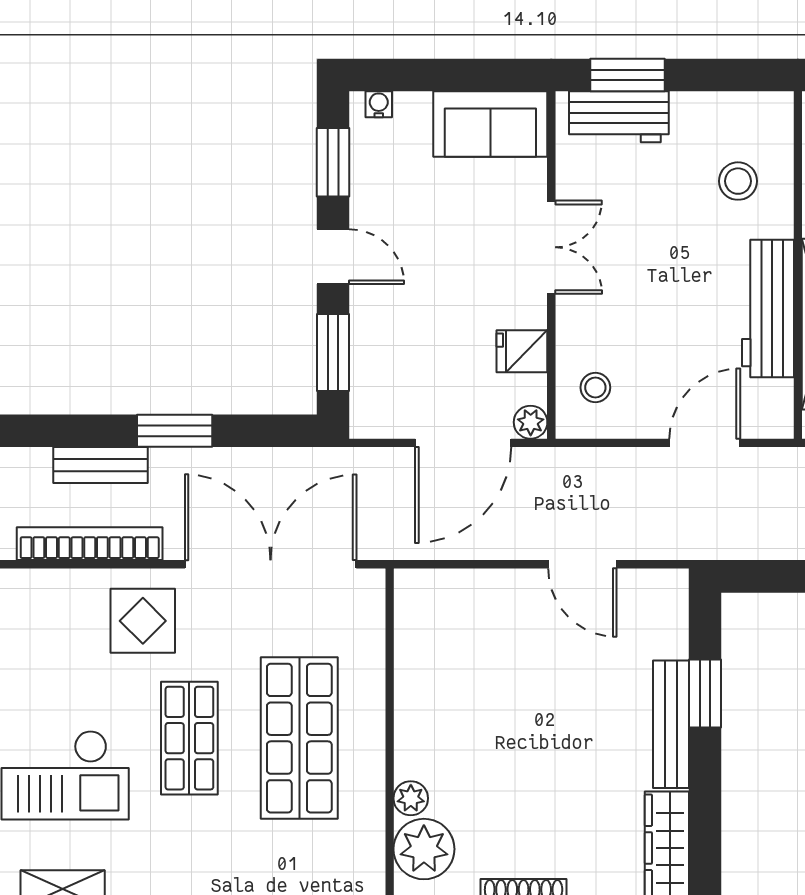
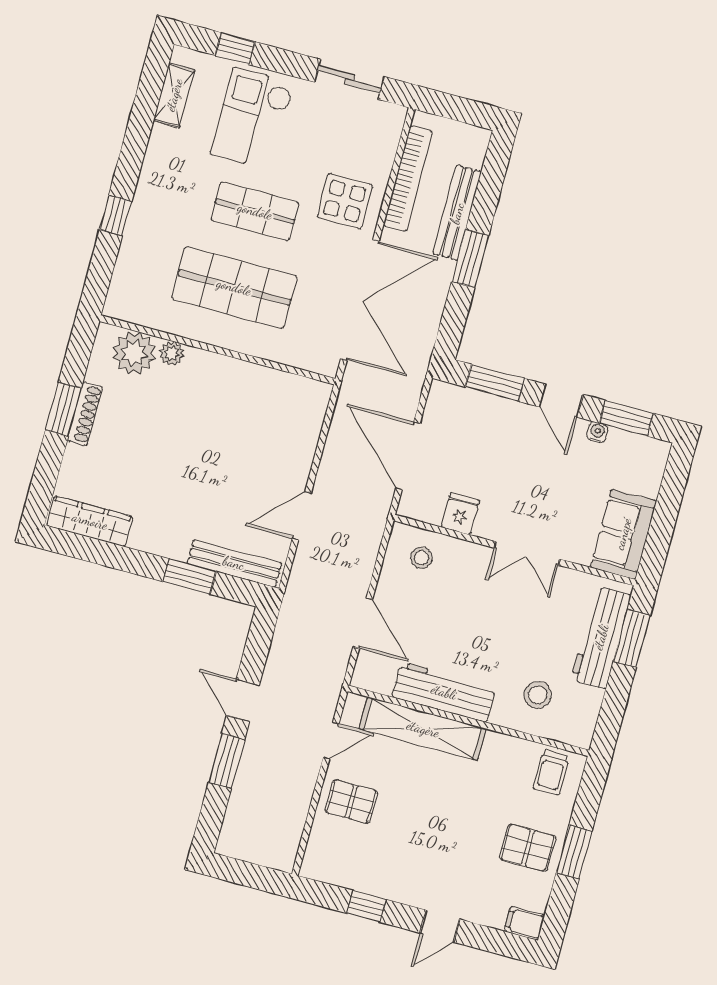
water cooler: (379, 104) -> (597, 432), moved, turned -90
workbench: (619, 117) -> (601, 637), width x1.38
door: (333, 257) -> (561, 401), hinge flipped
plant: (531, 422) -> (410, 506), removed
bench: (100, 465) -> (457, 213), width x1.36
bench: (671, 724) -> (234, 563), moved

